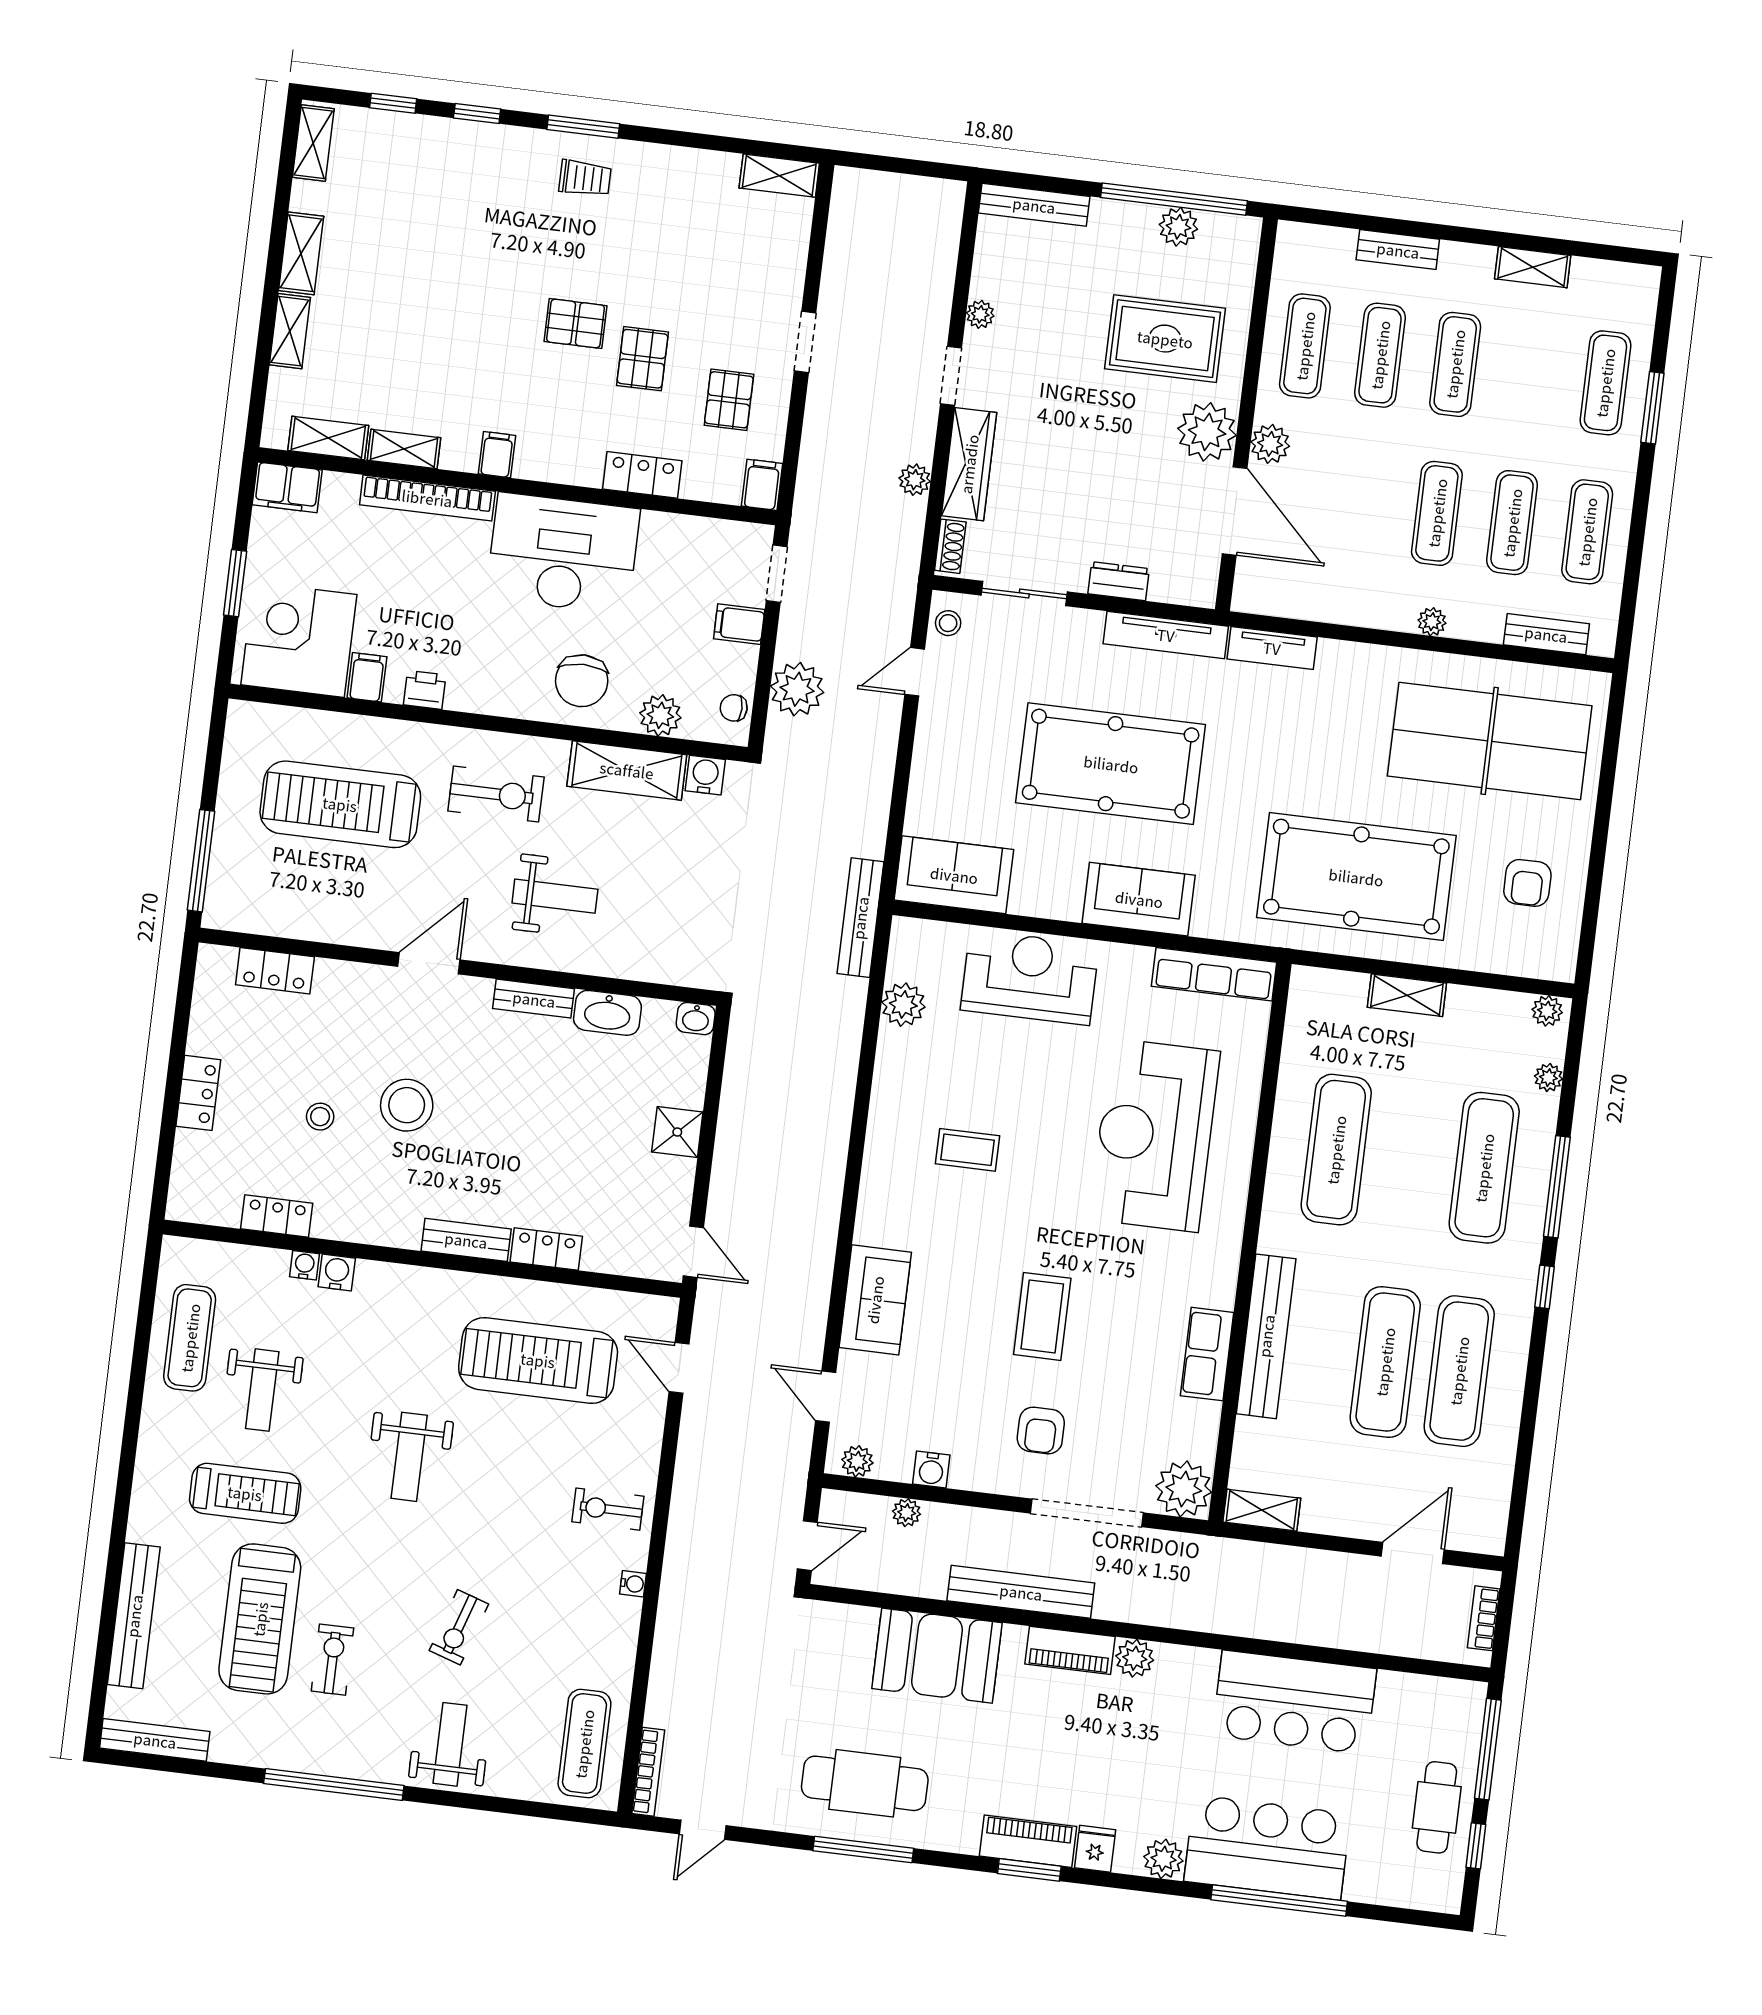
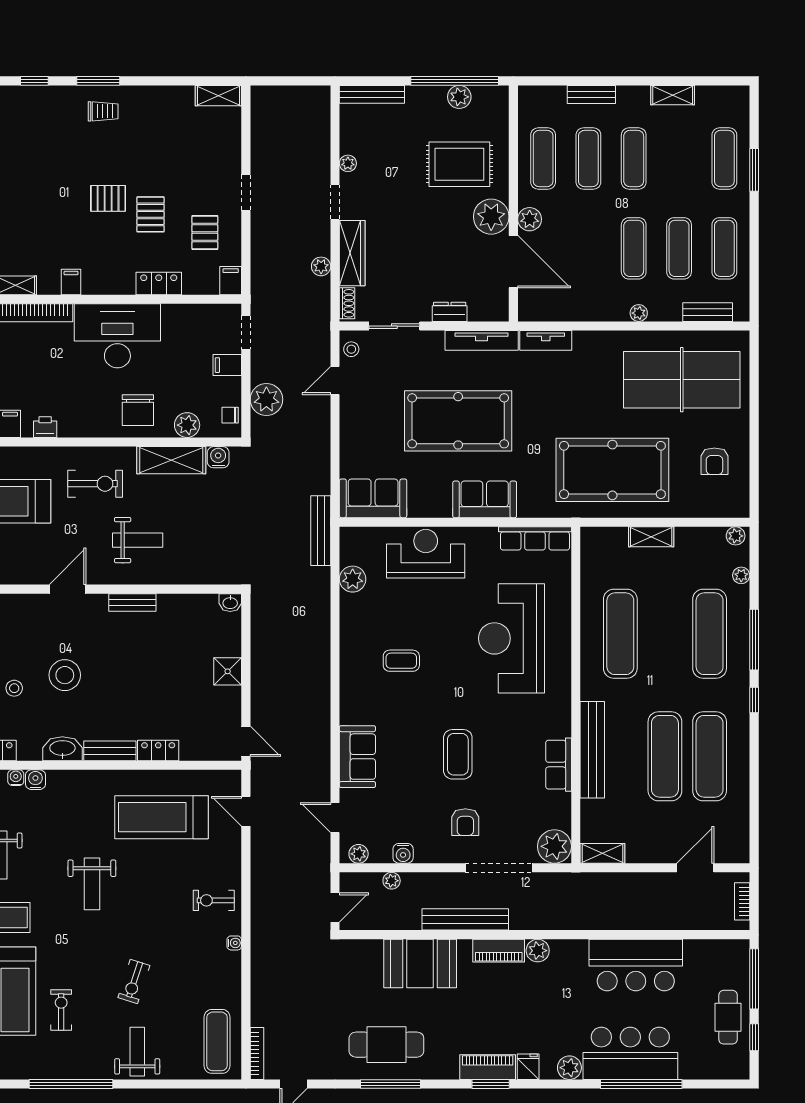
washbasin: (607, 1013) -> (62, 749), moved, turned 180

